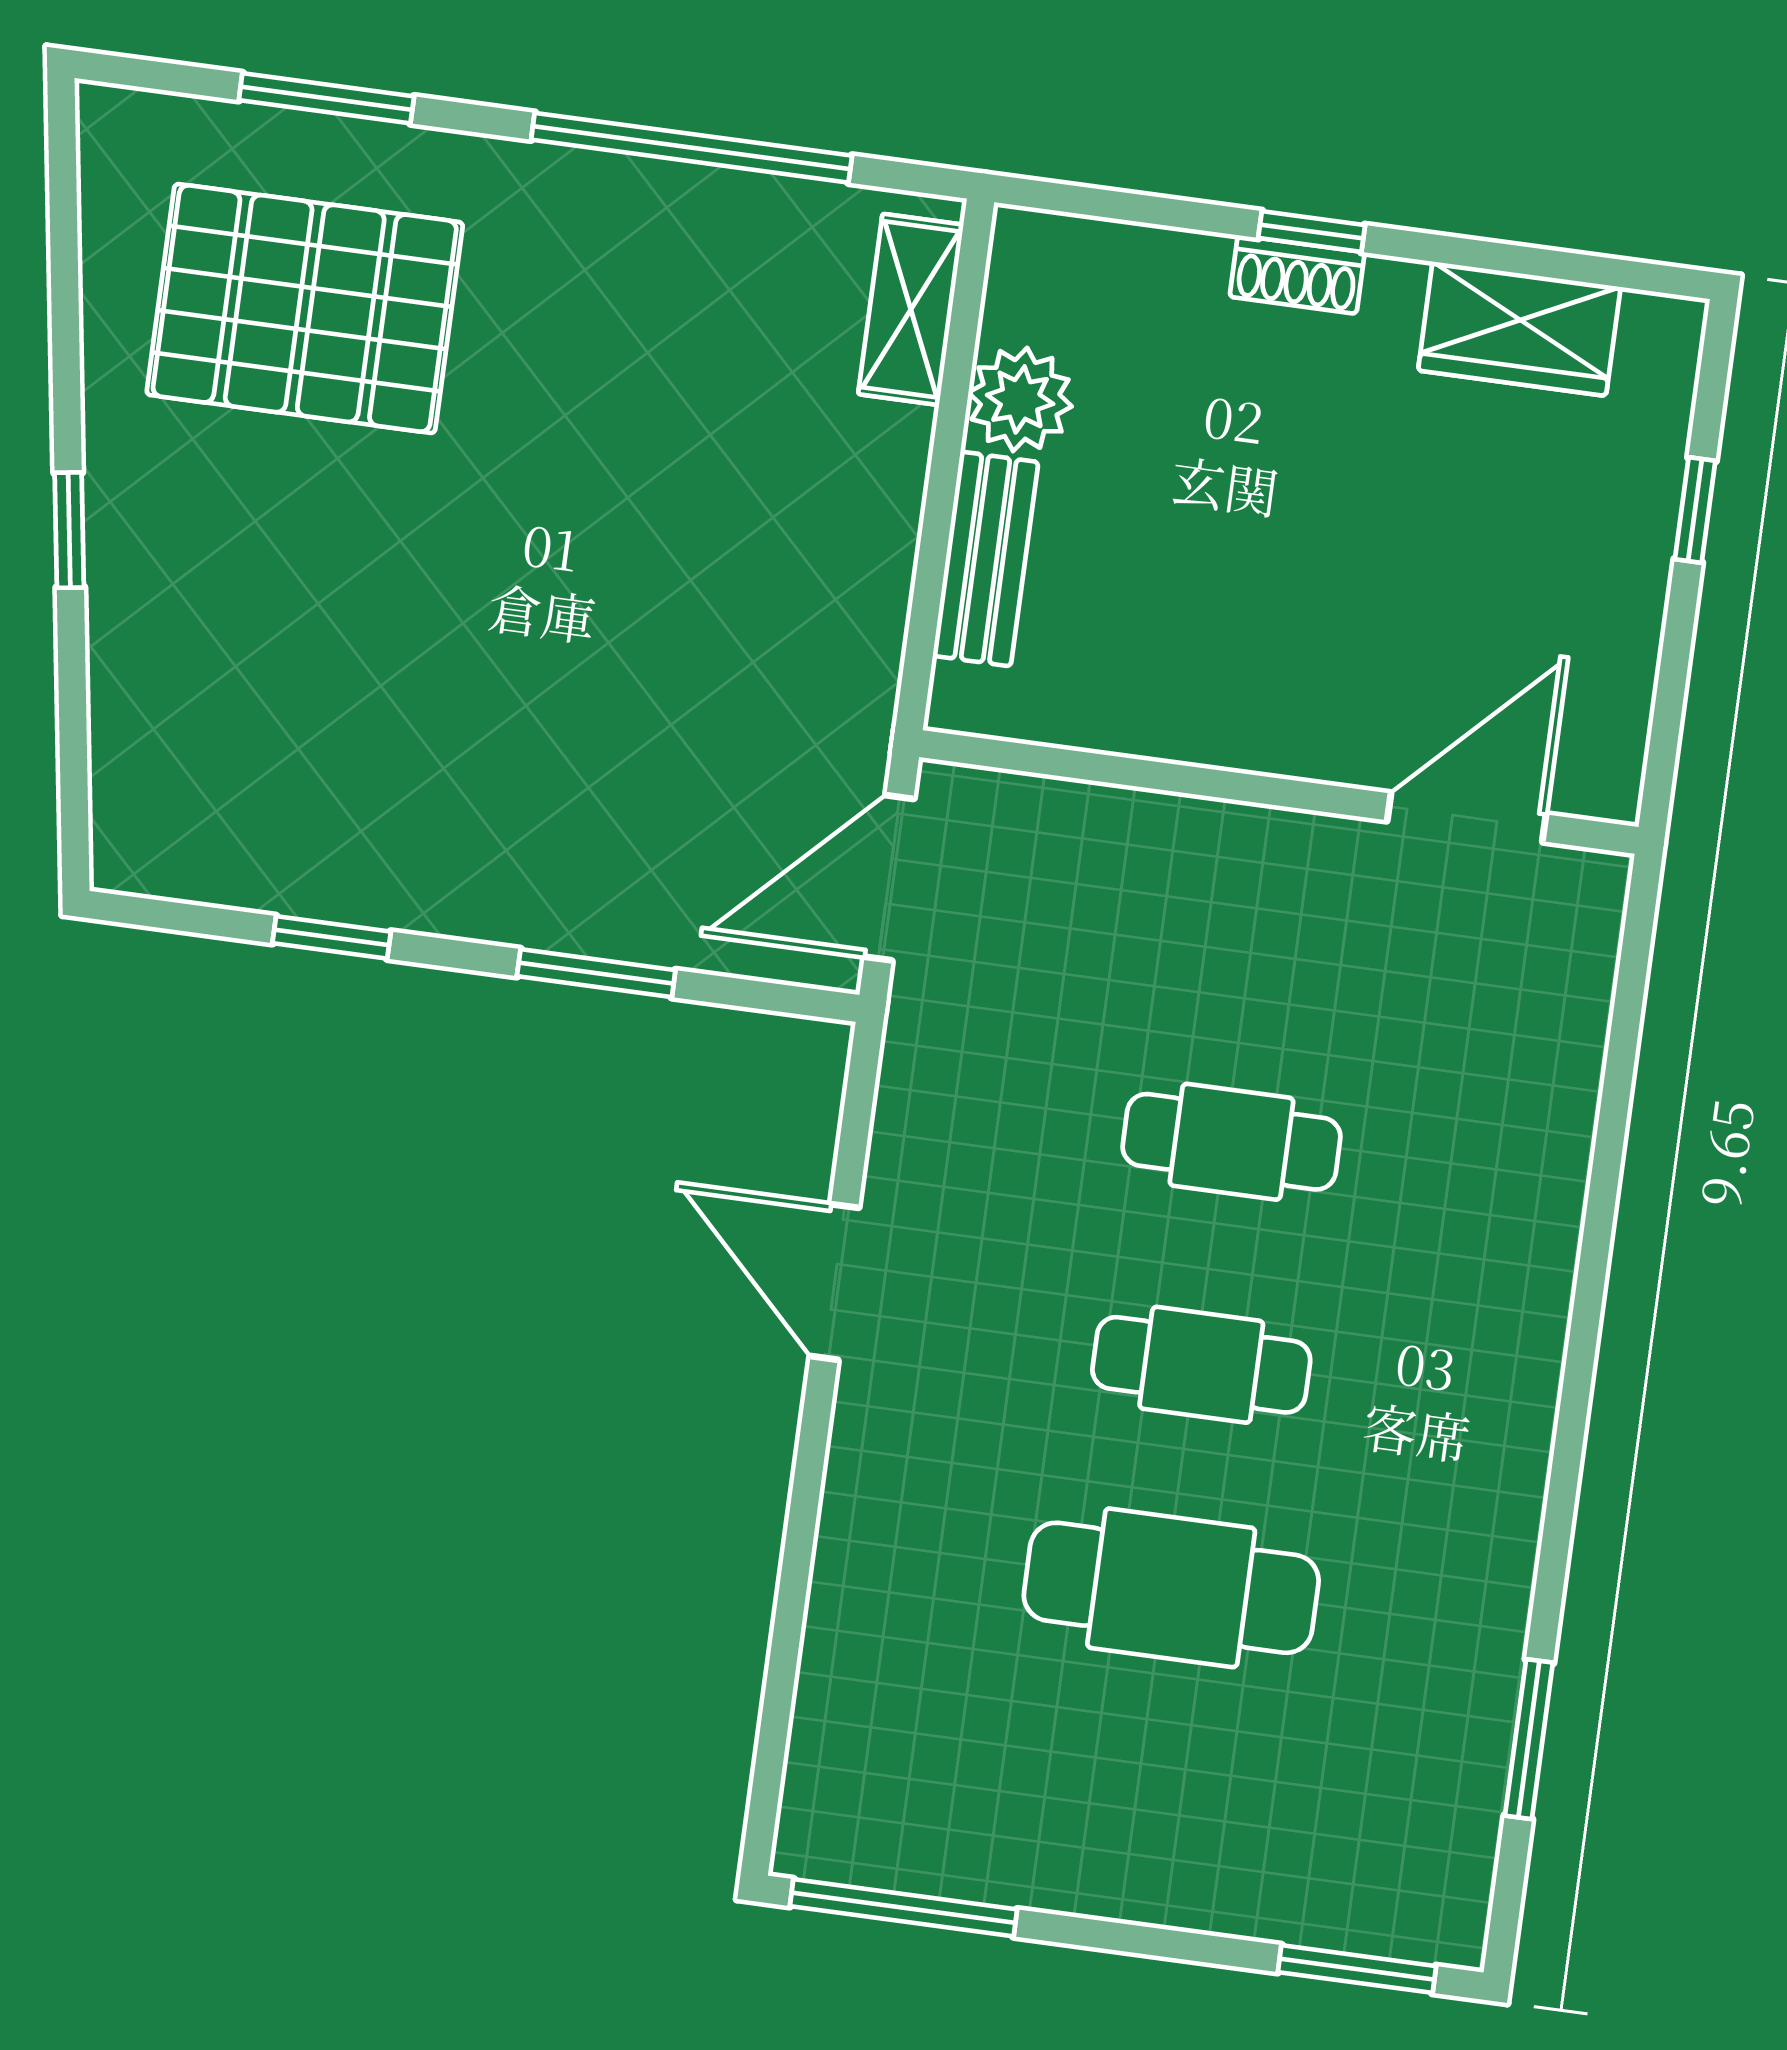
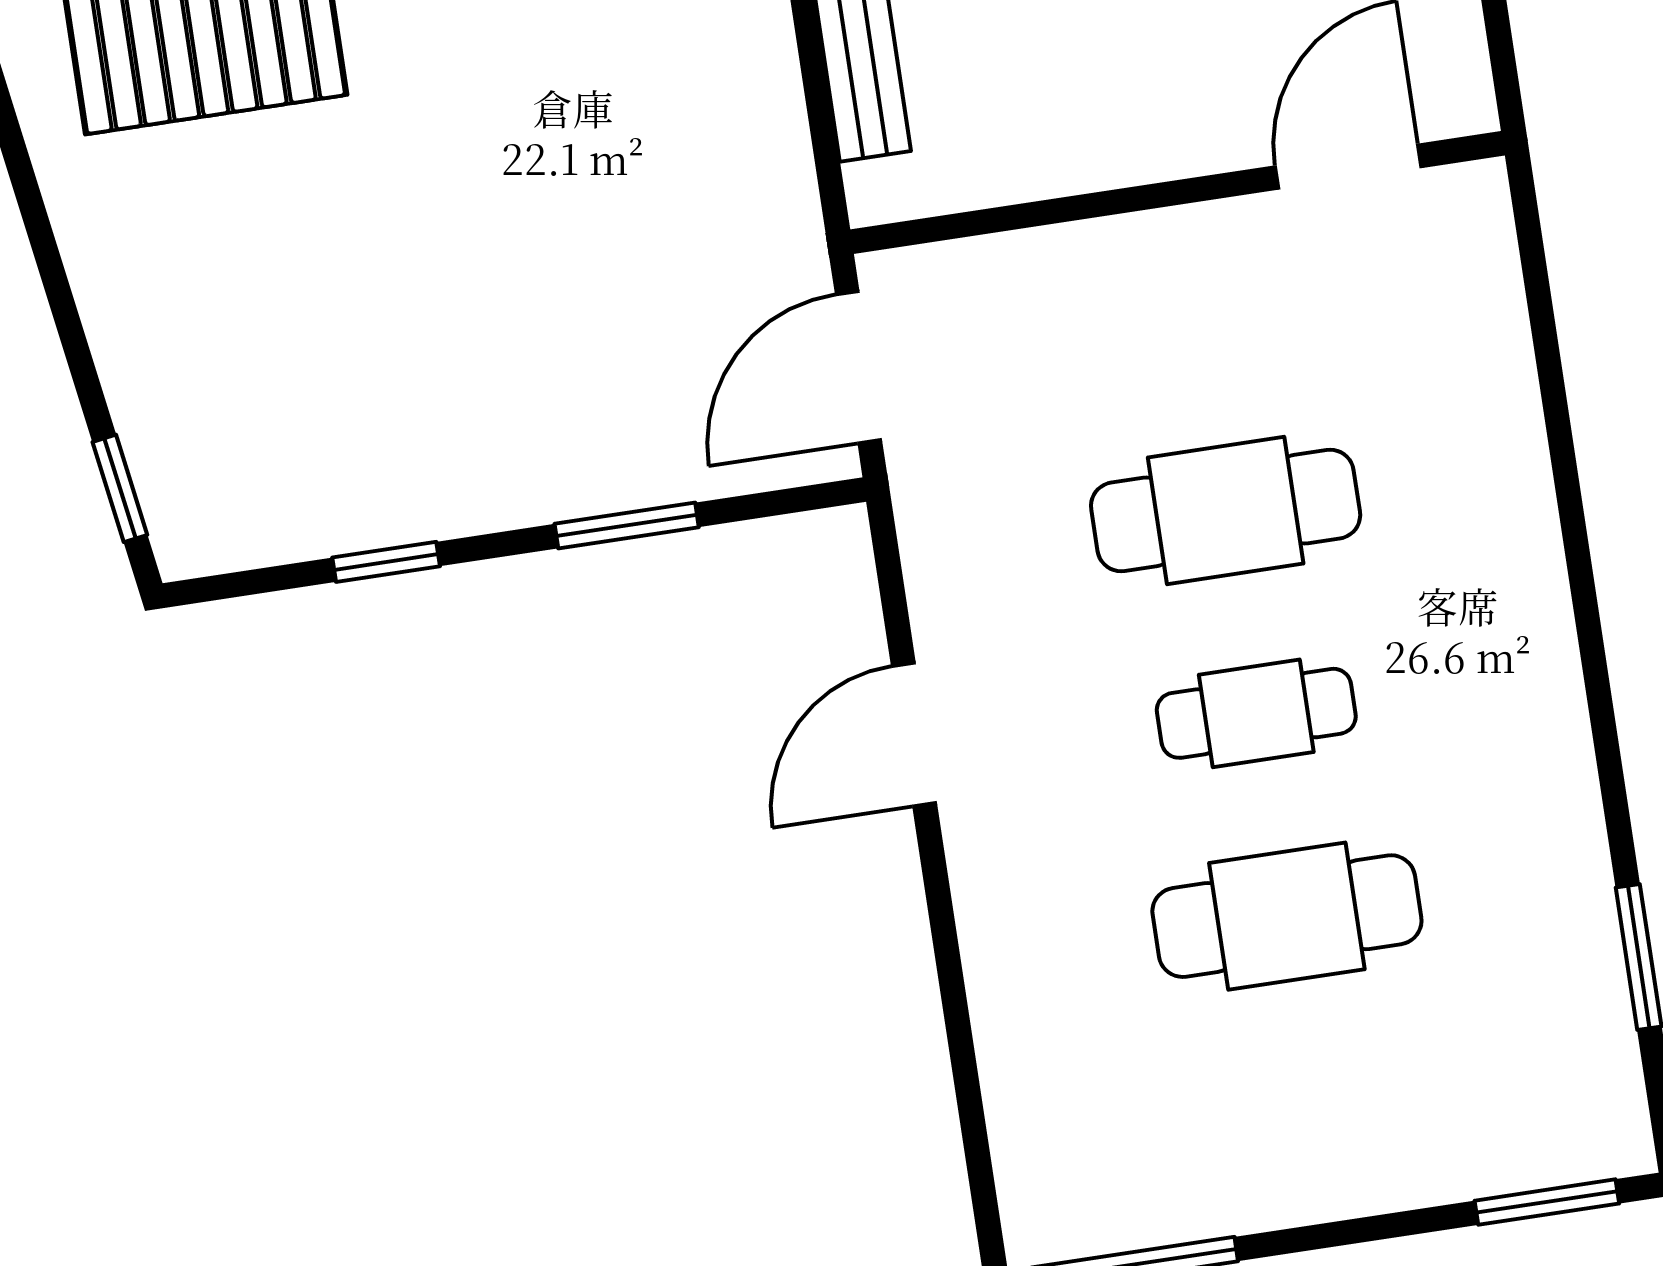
window: (69, 530) -> (120, 488), moved
cafe table: (1231, 1142) -> (1226, 510), width x1.37, depth x1.35
door: (834, 1282) -> (914, 735), hinge flipped

